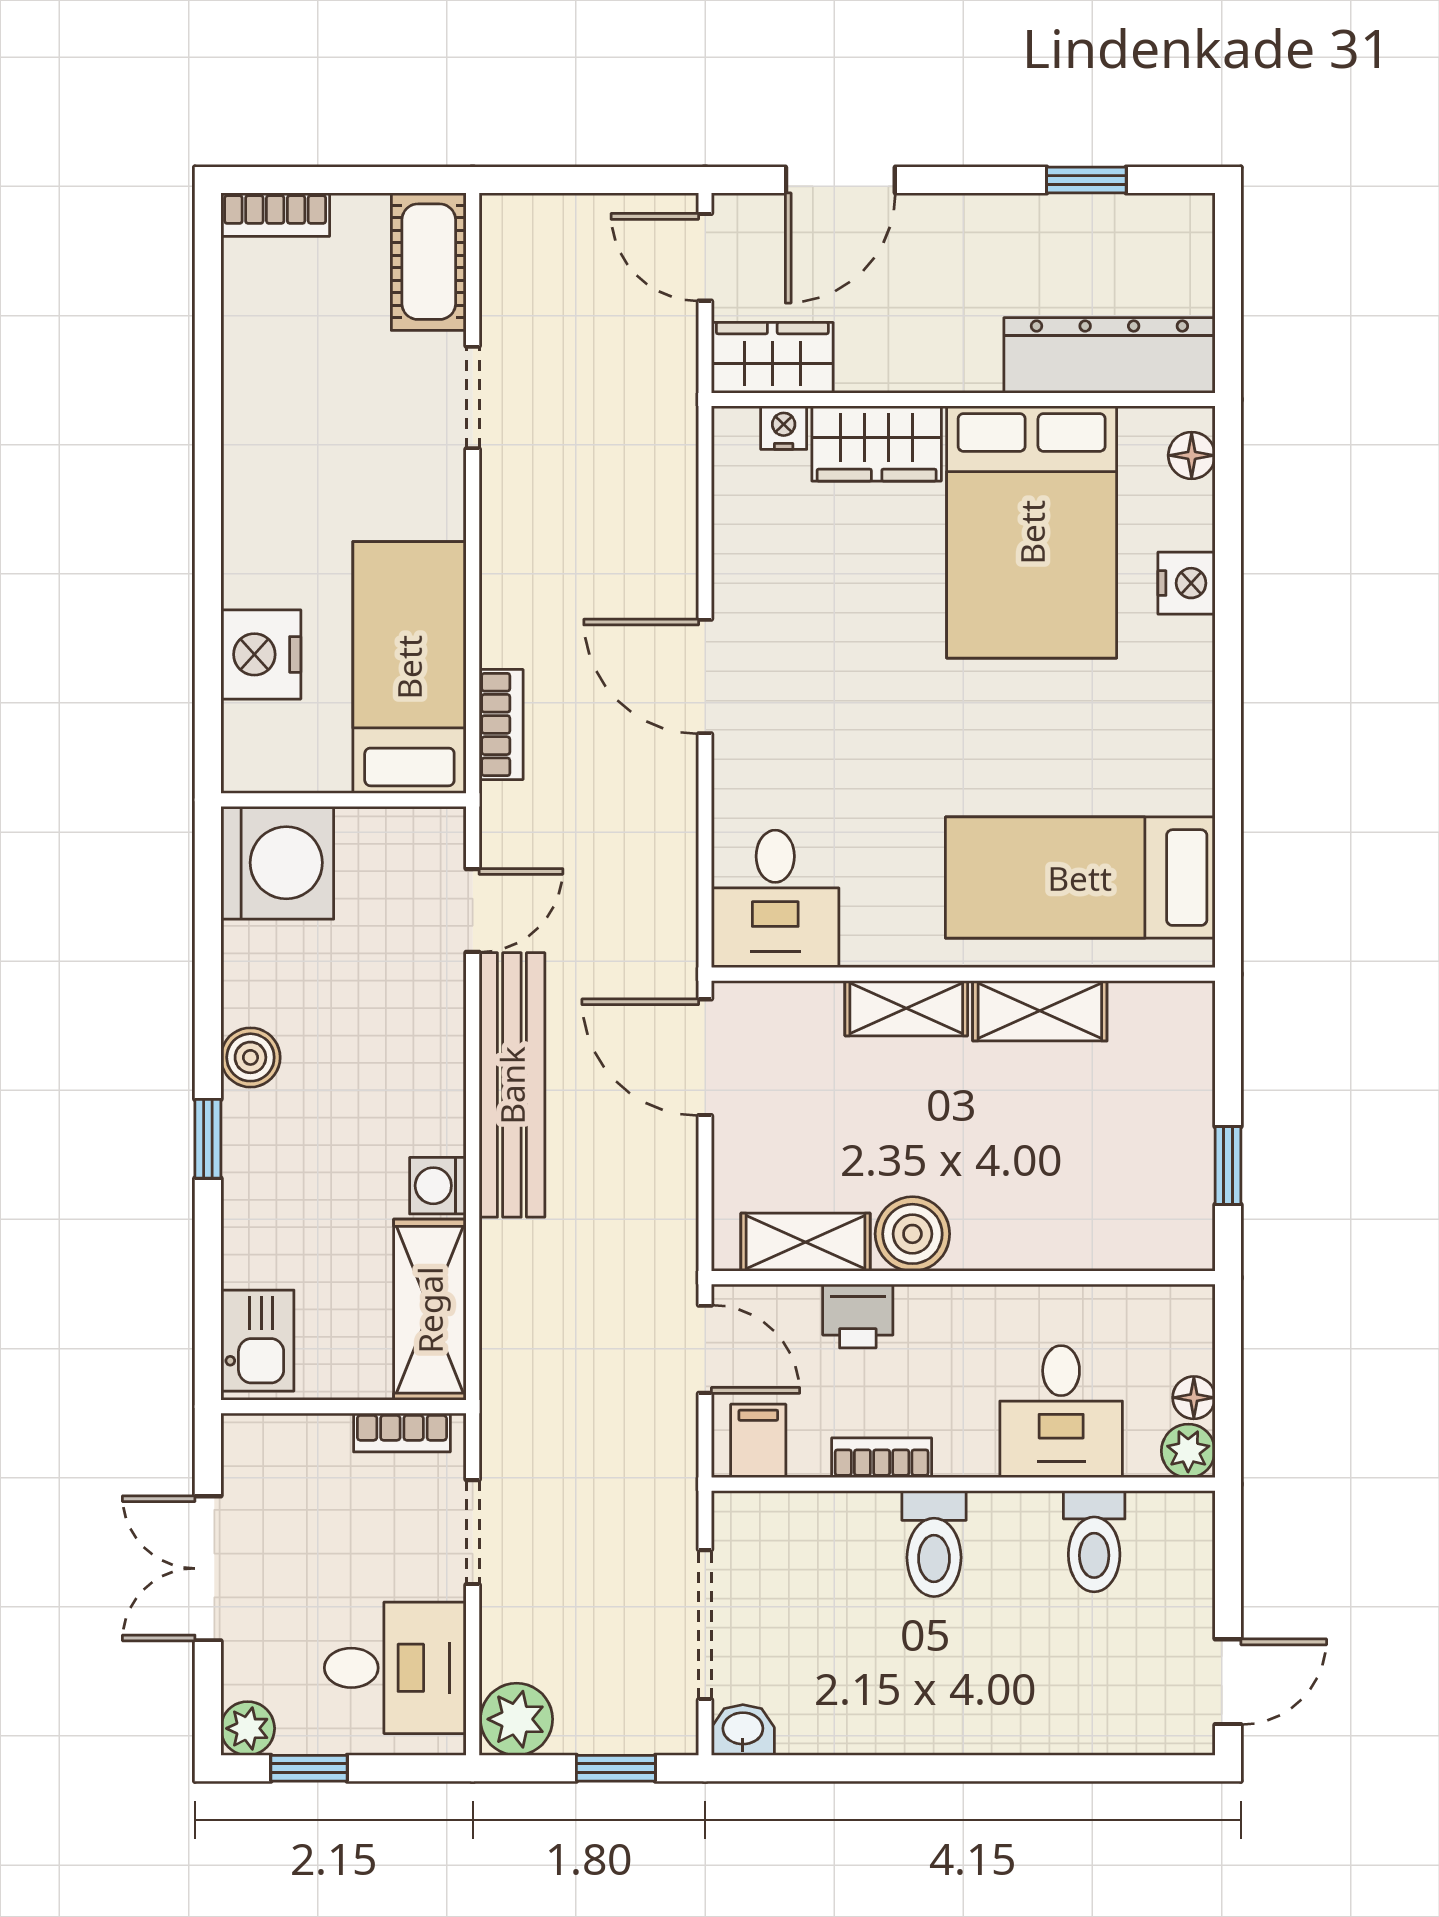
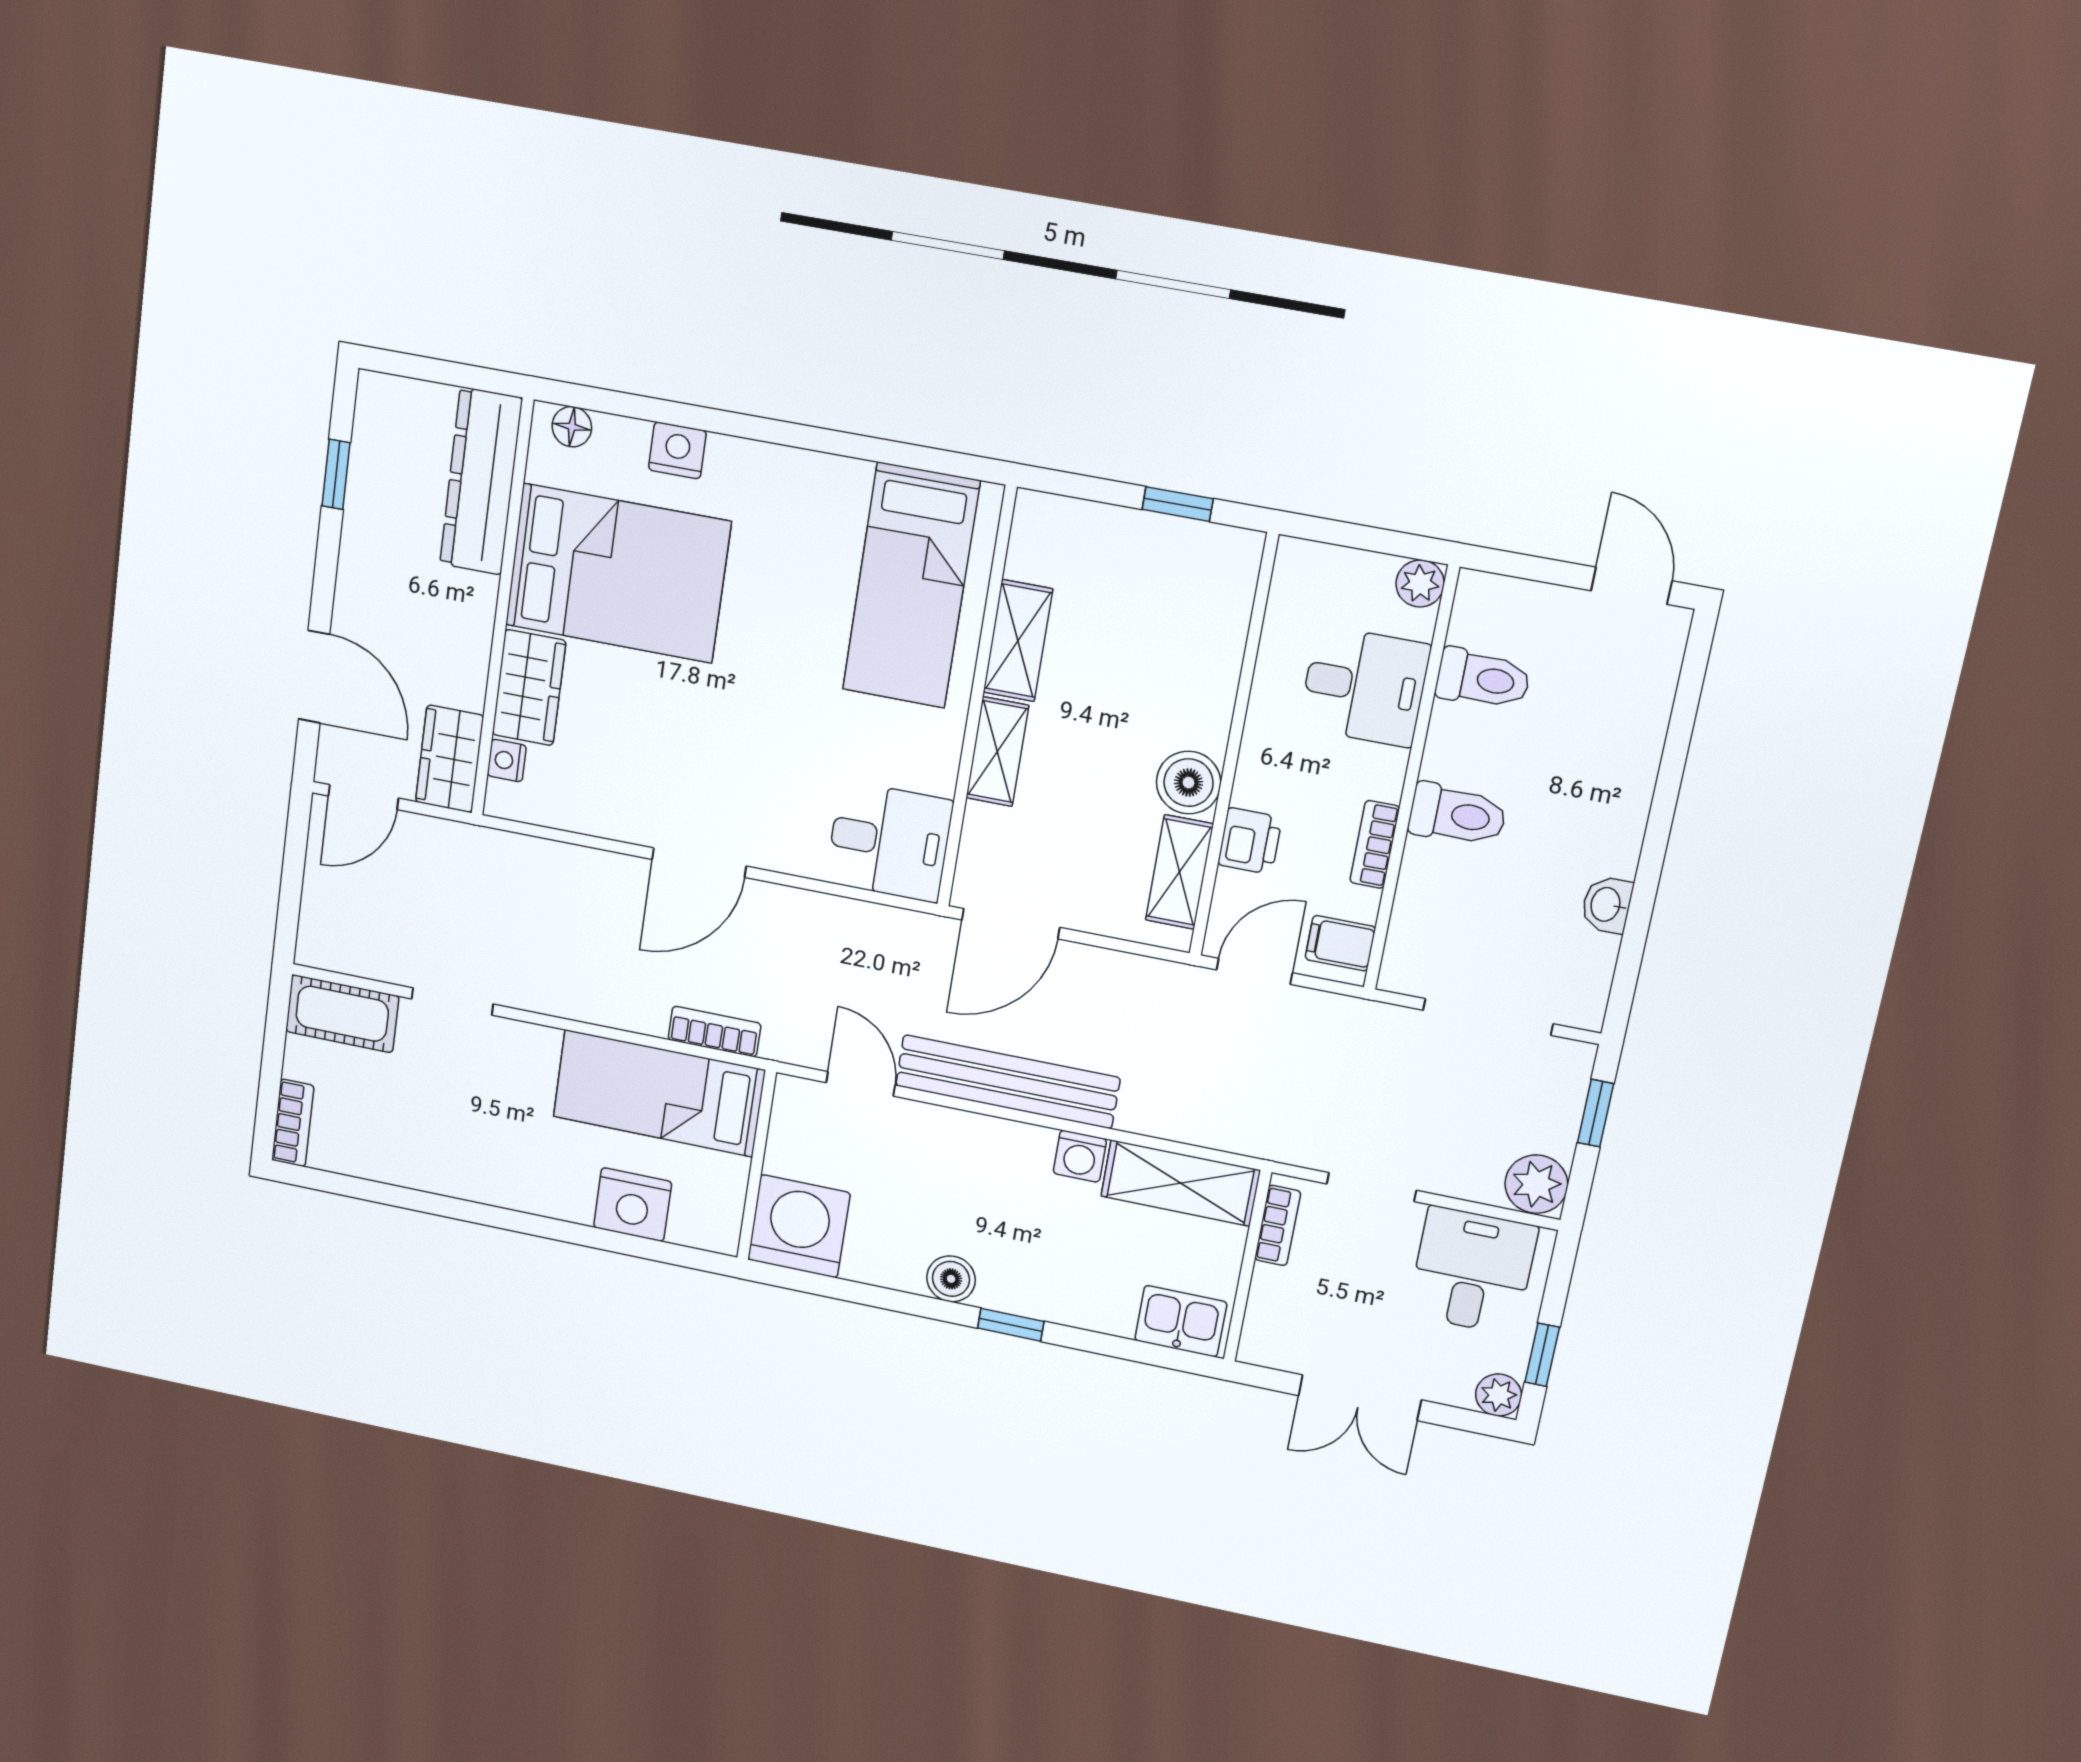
floor lamp: (1194, 1398) -> (1374, 570), removed
washbasin: (743, 1730) -> (1607, 905), moved

